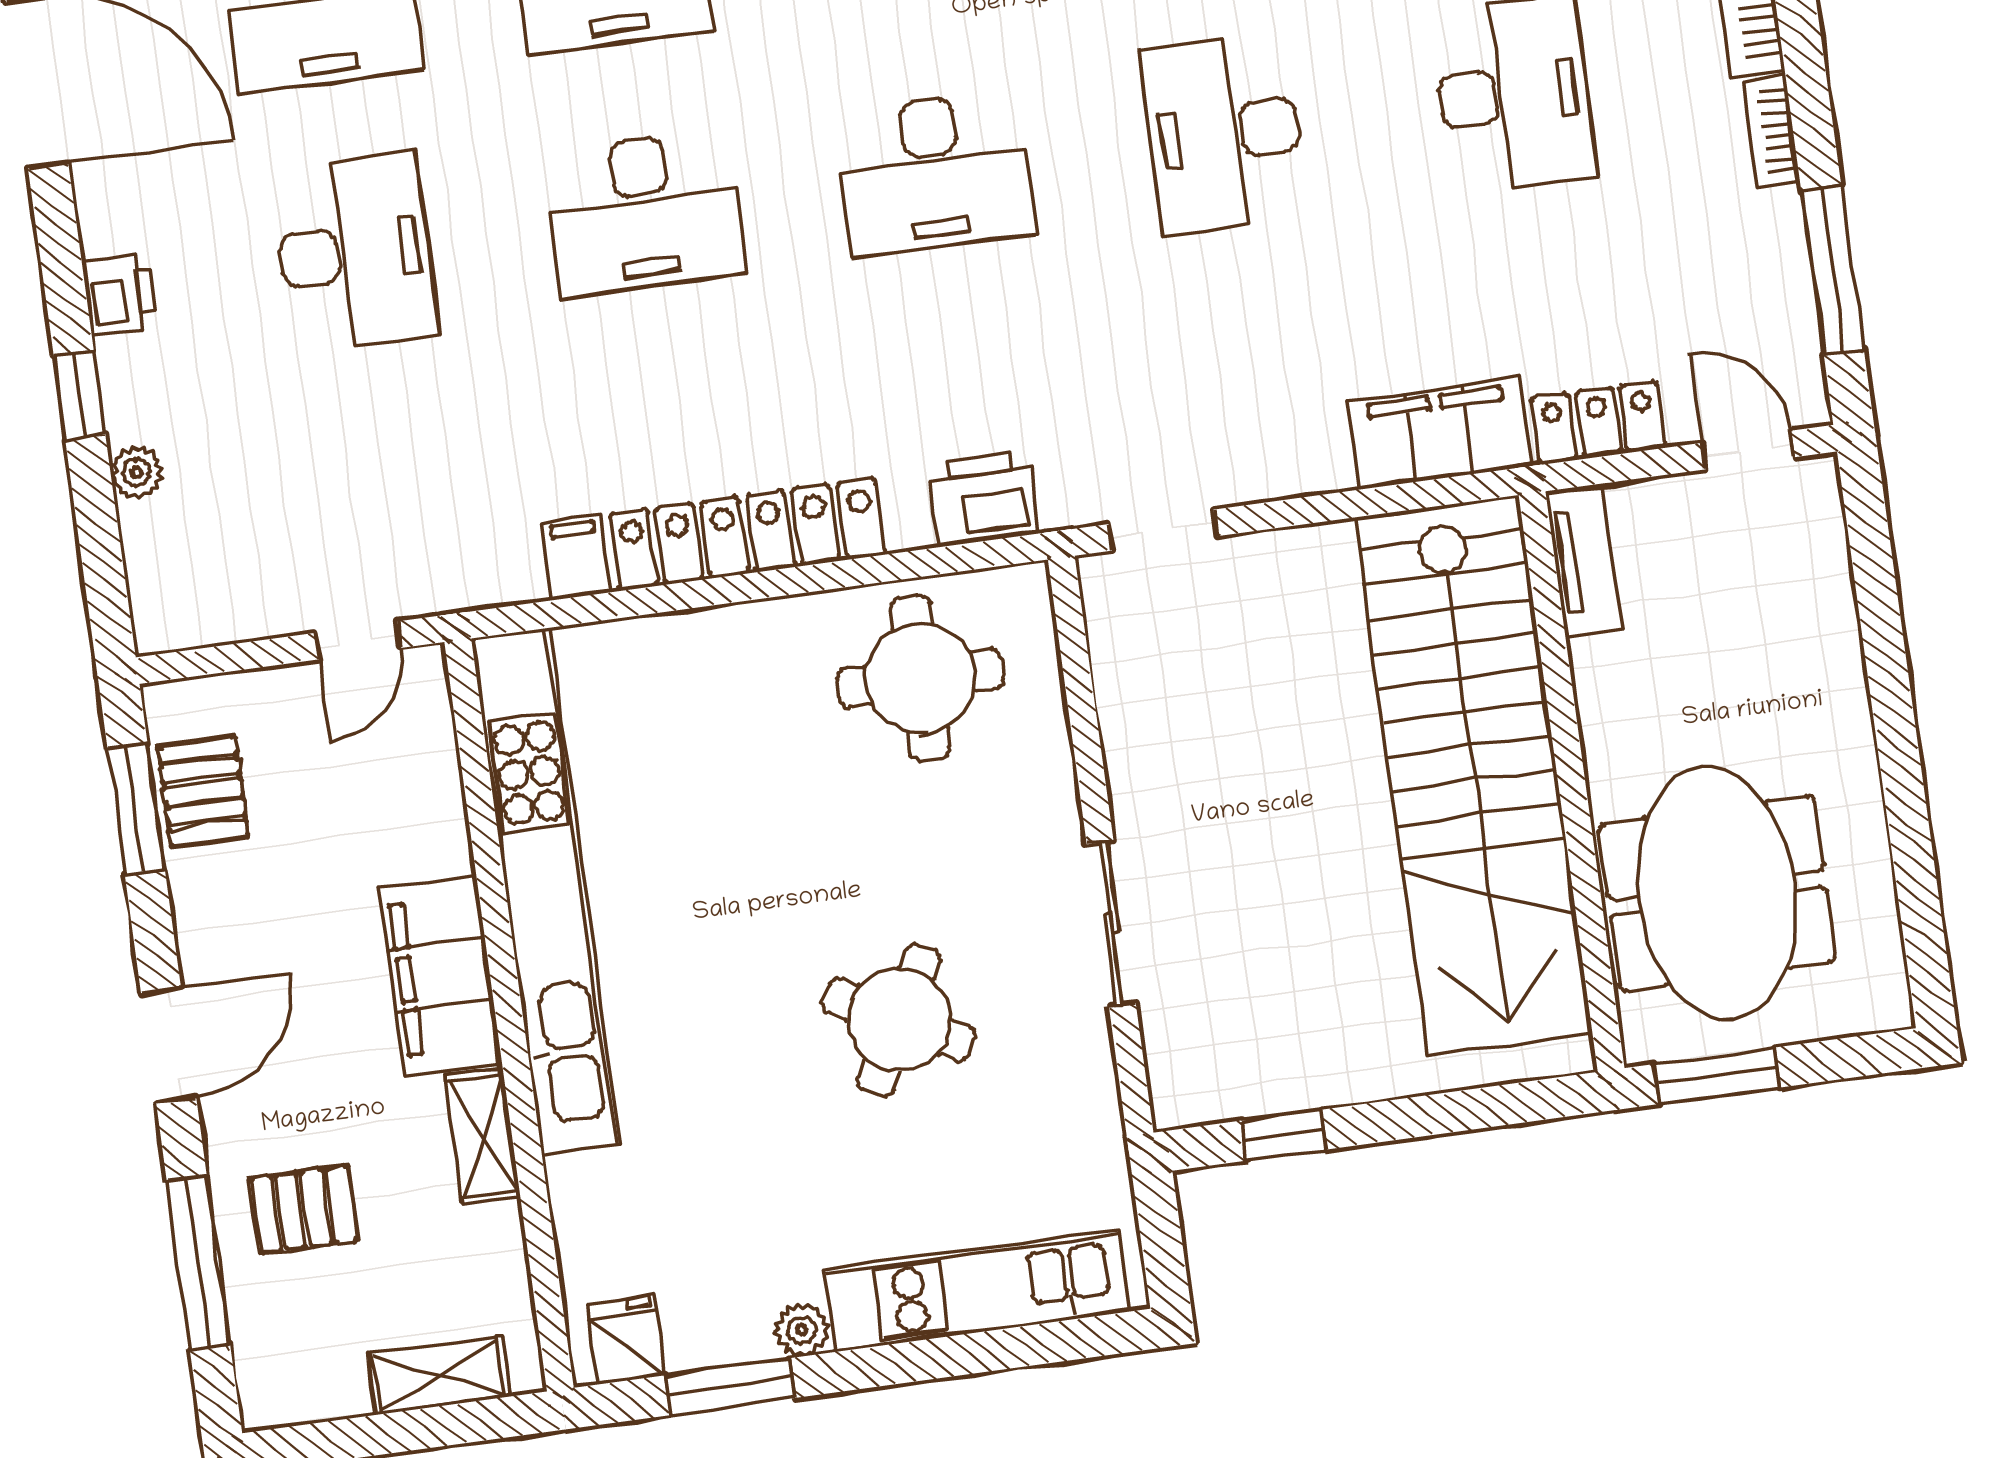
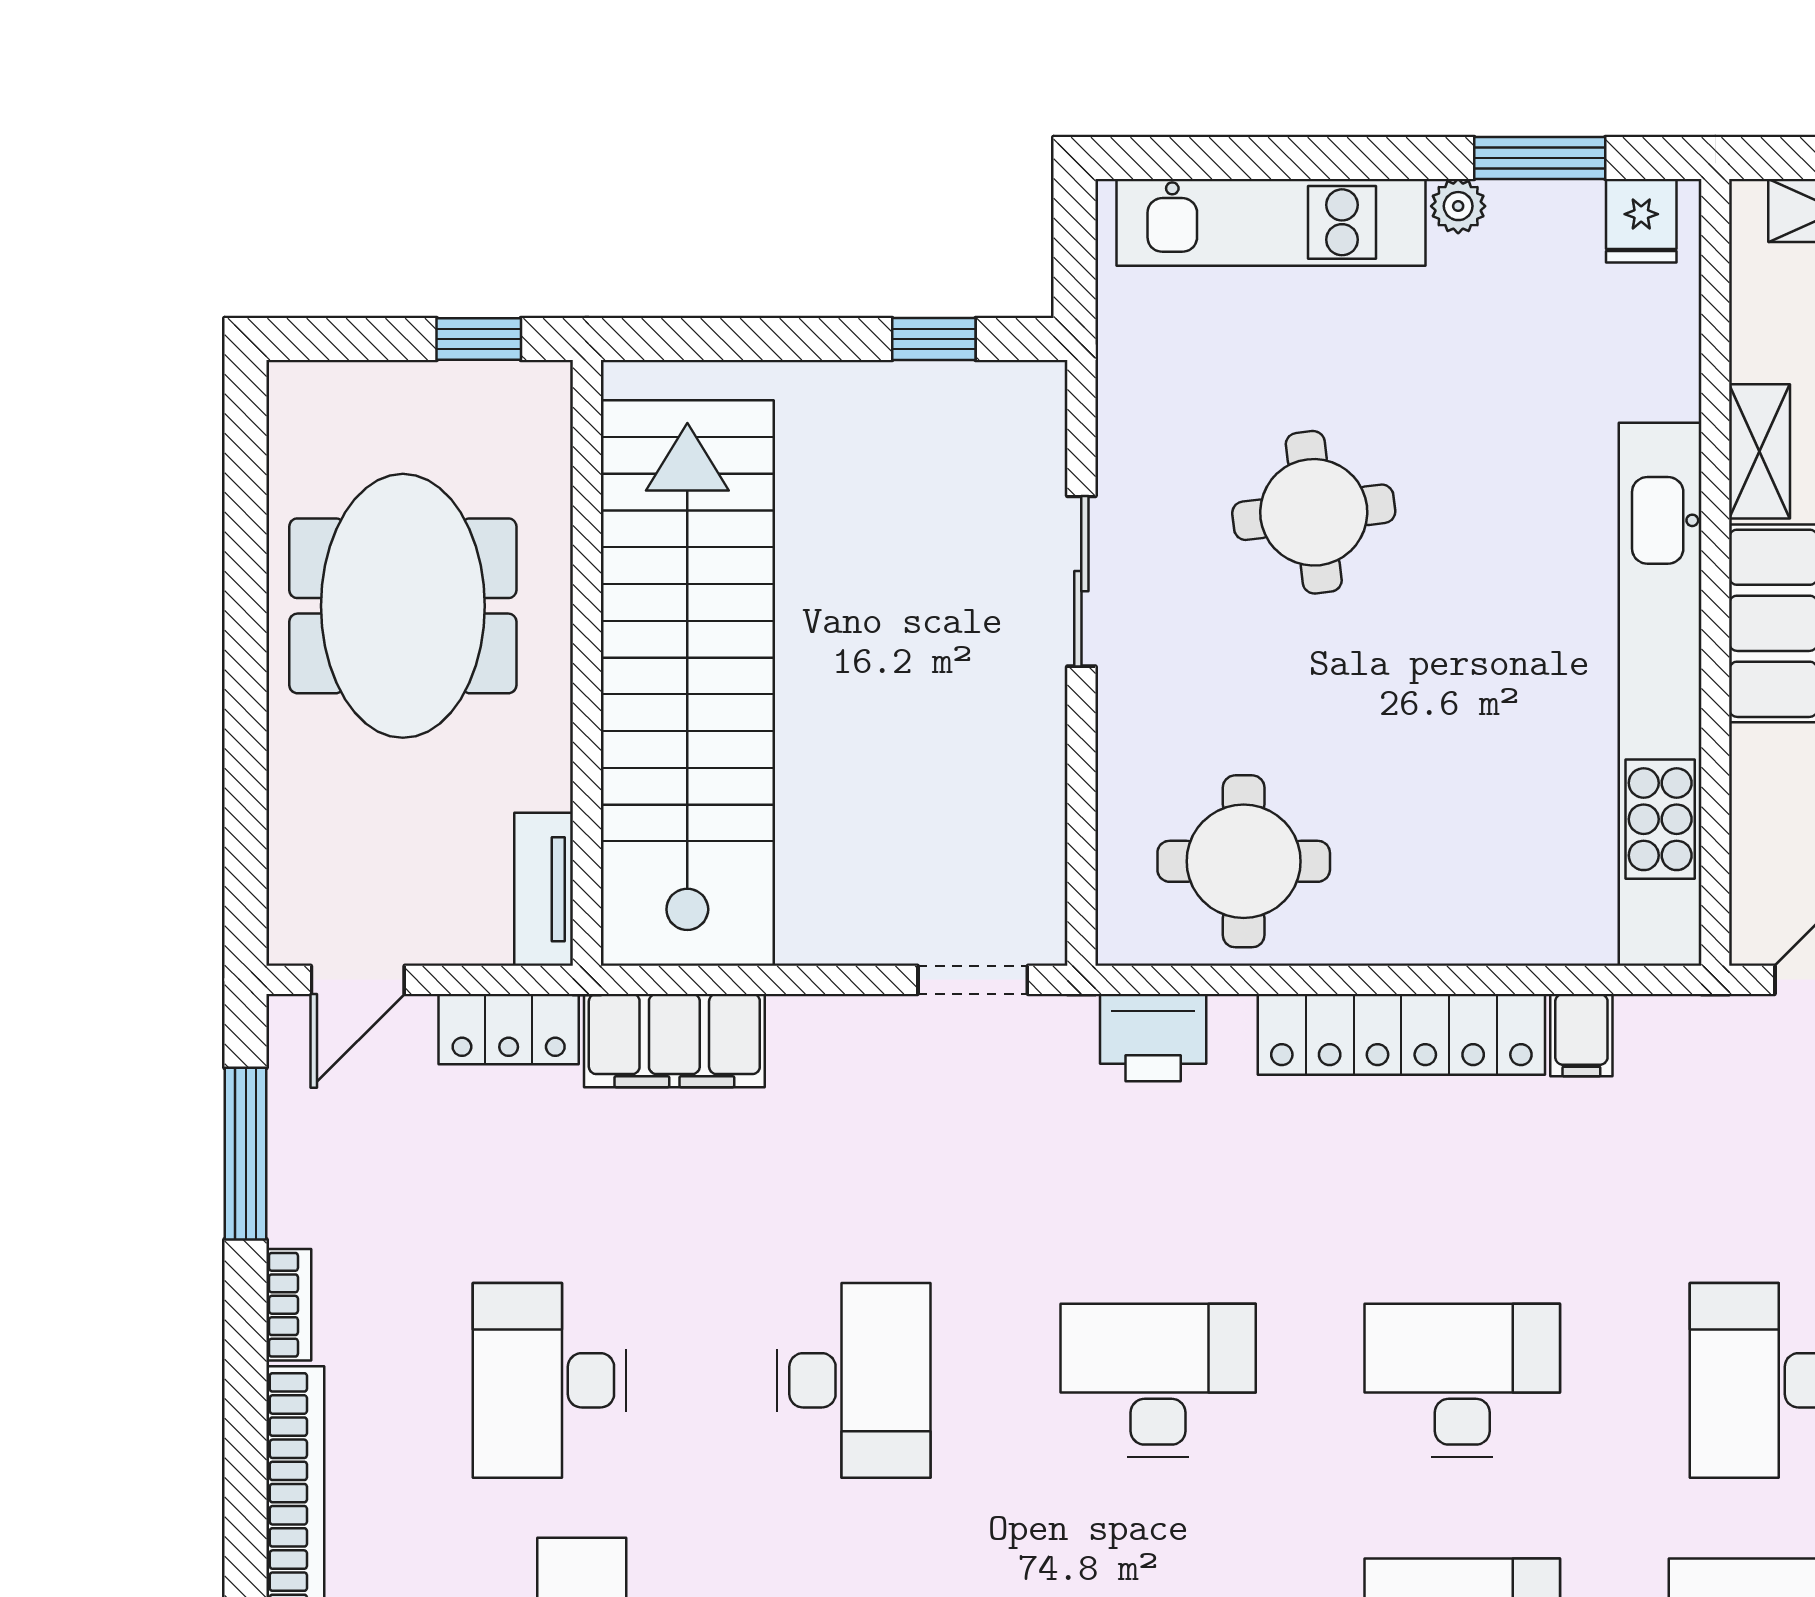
door: (1748, 450) -> (358, 980), hinge flipped
meeting table: (1717, 893) -> (403, 606), moved
round table: (899, 1020) -> (1314, 512), turned -35
window: (1717, 1076) -> (479, 339), width x0.67

